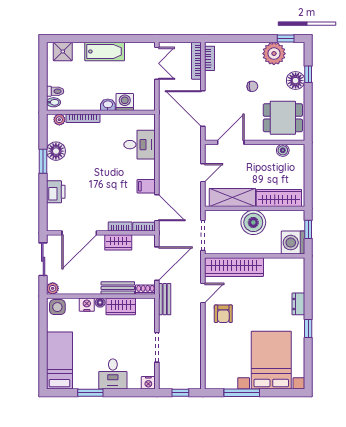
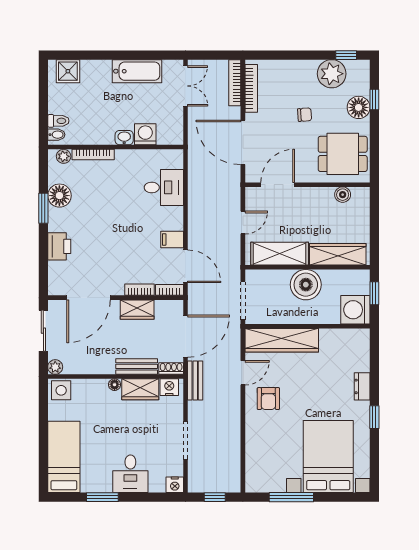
bathtub: (105, 51) -> (137, 71), moved
bookcase: (210, 58) -> (251, 88), width x1.56
nightstand: (87, 305) -> (169, 387), moved

